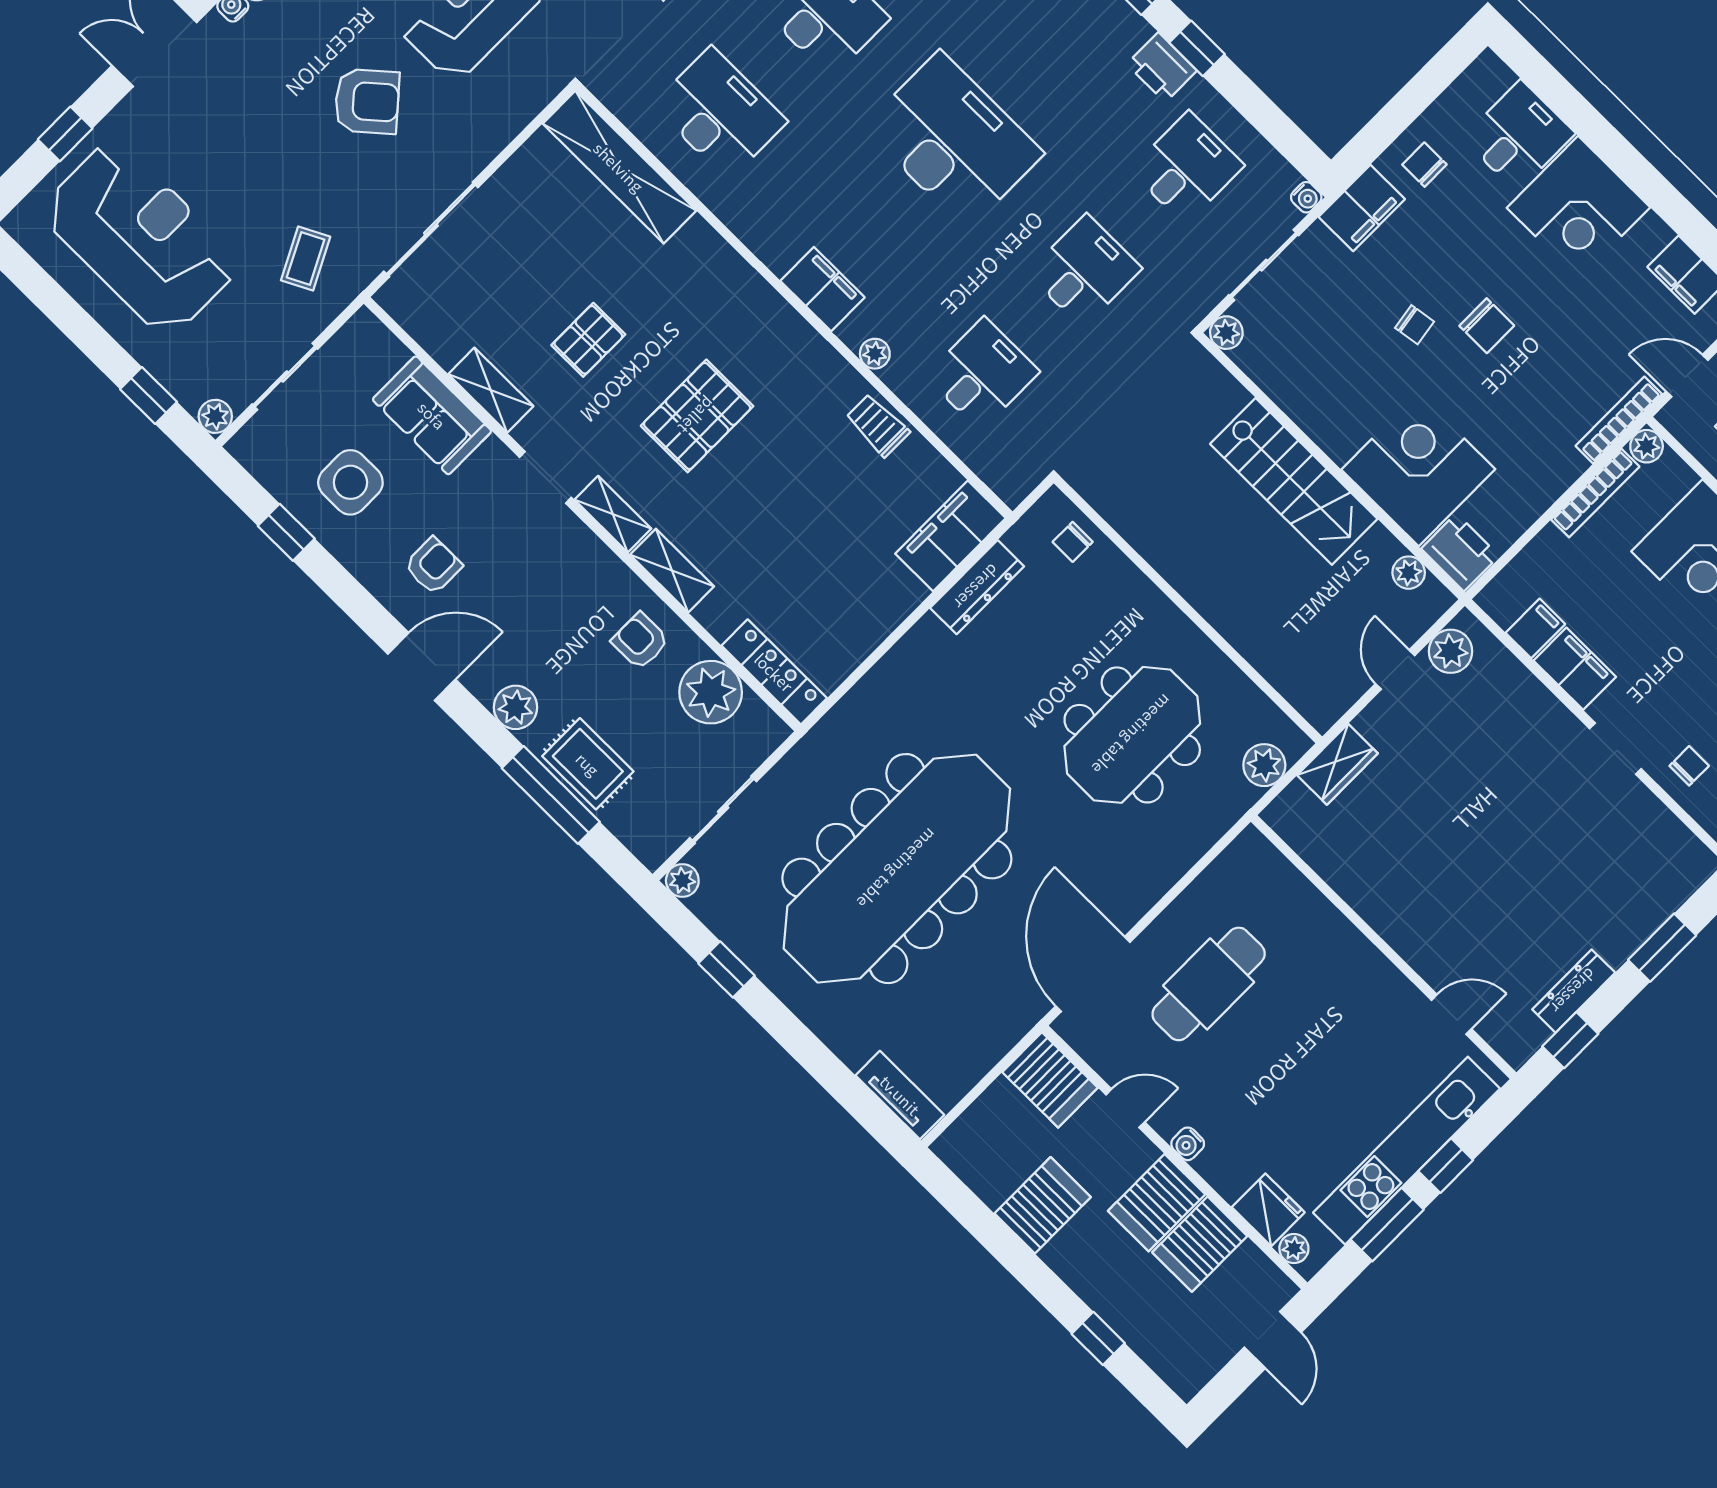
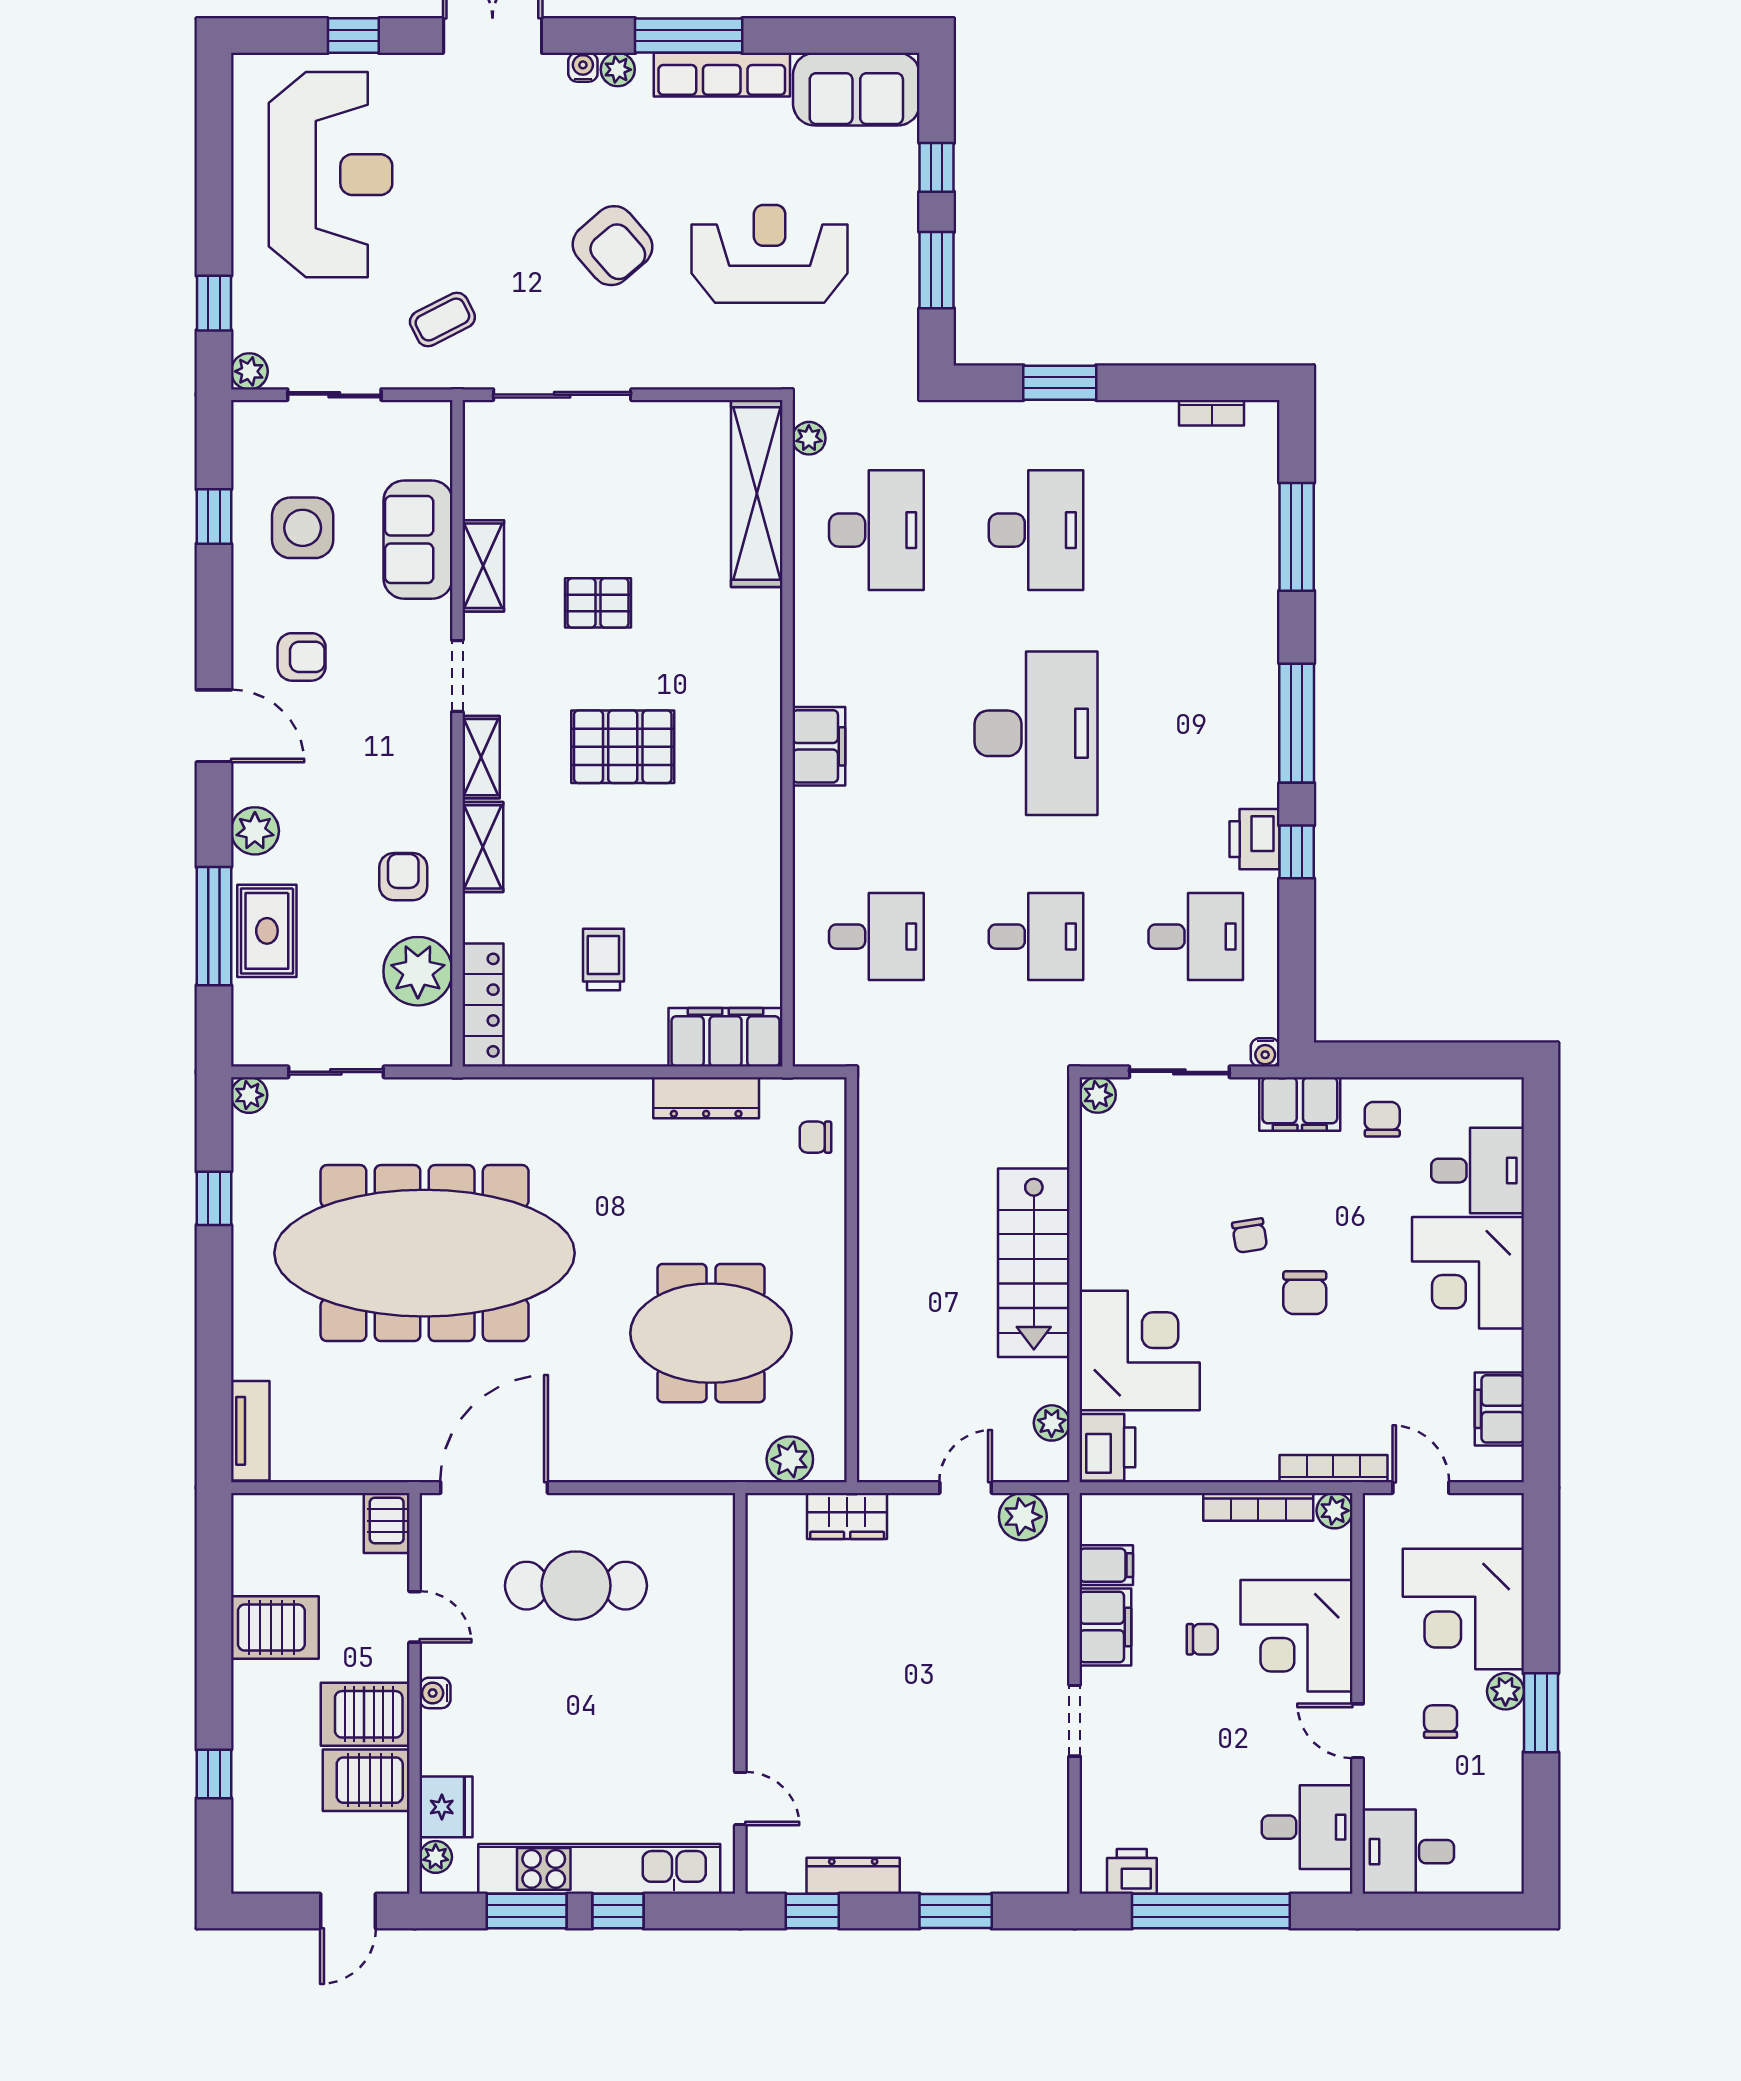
plant: (875, 354) -> (809, 438), moved
trolley: (878, 425) -> (603, 959), moved
chair: (1689, 766) -> (1202, 1639), moved
server rack: (1050, 1080) -> (387, 1523), width x0.73, depth x0.70

